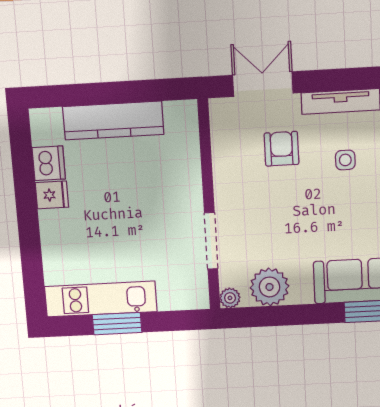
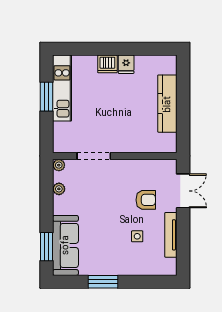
dishwasher: (49, 163) -> (107, 64), moved
plant: (269, 287) -> (59, 189), width x0.53, depth x0.53

